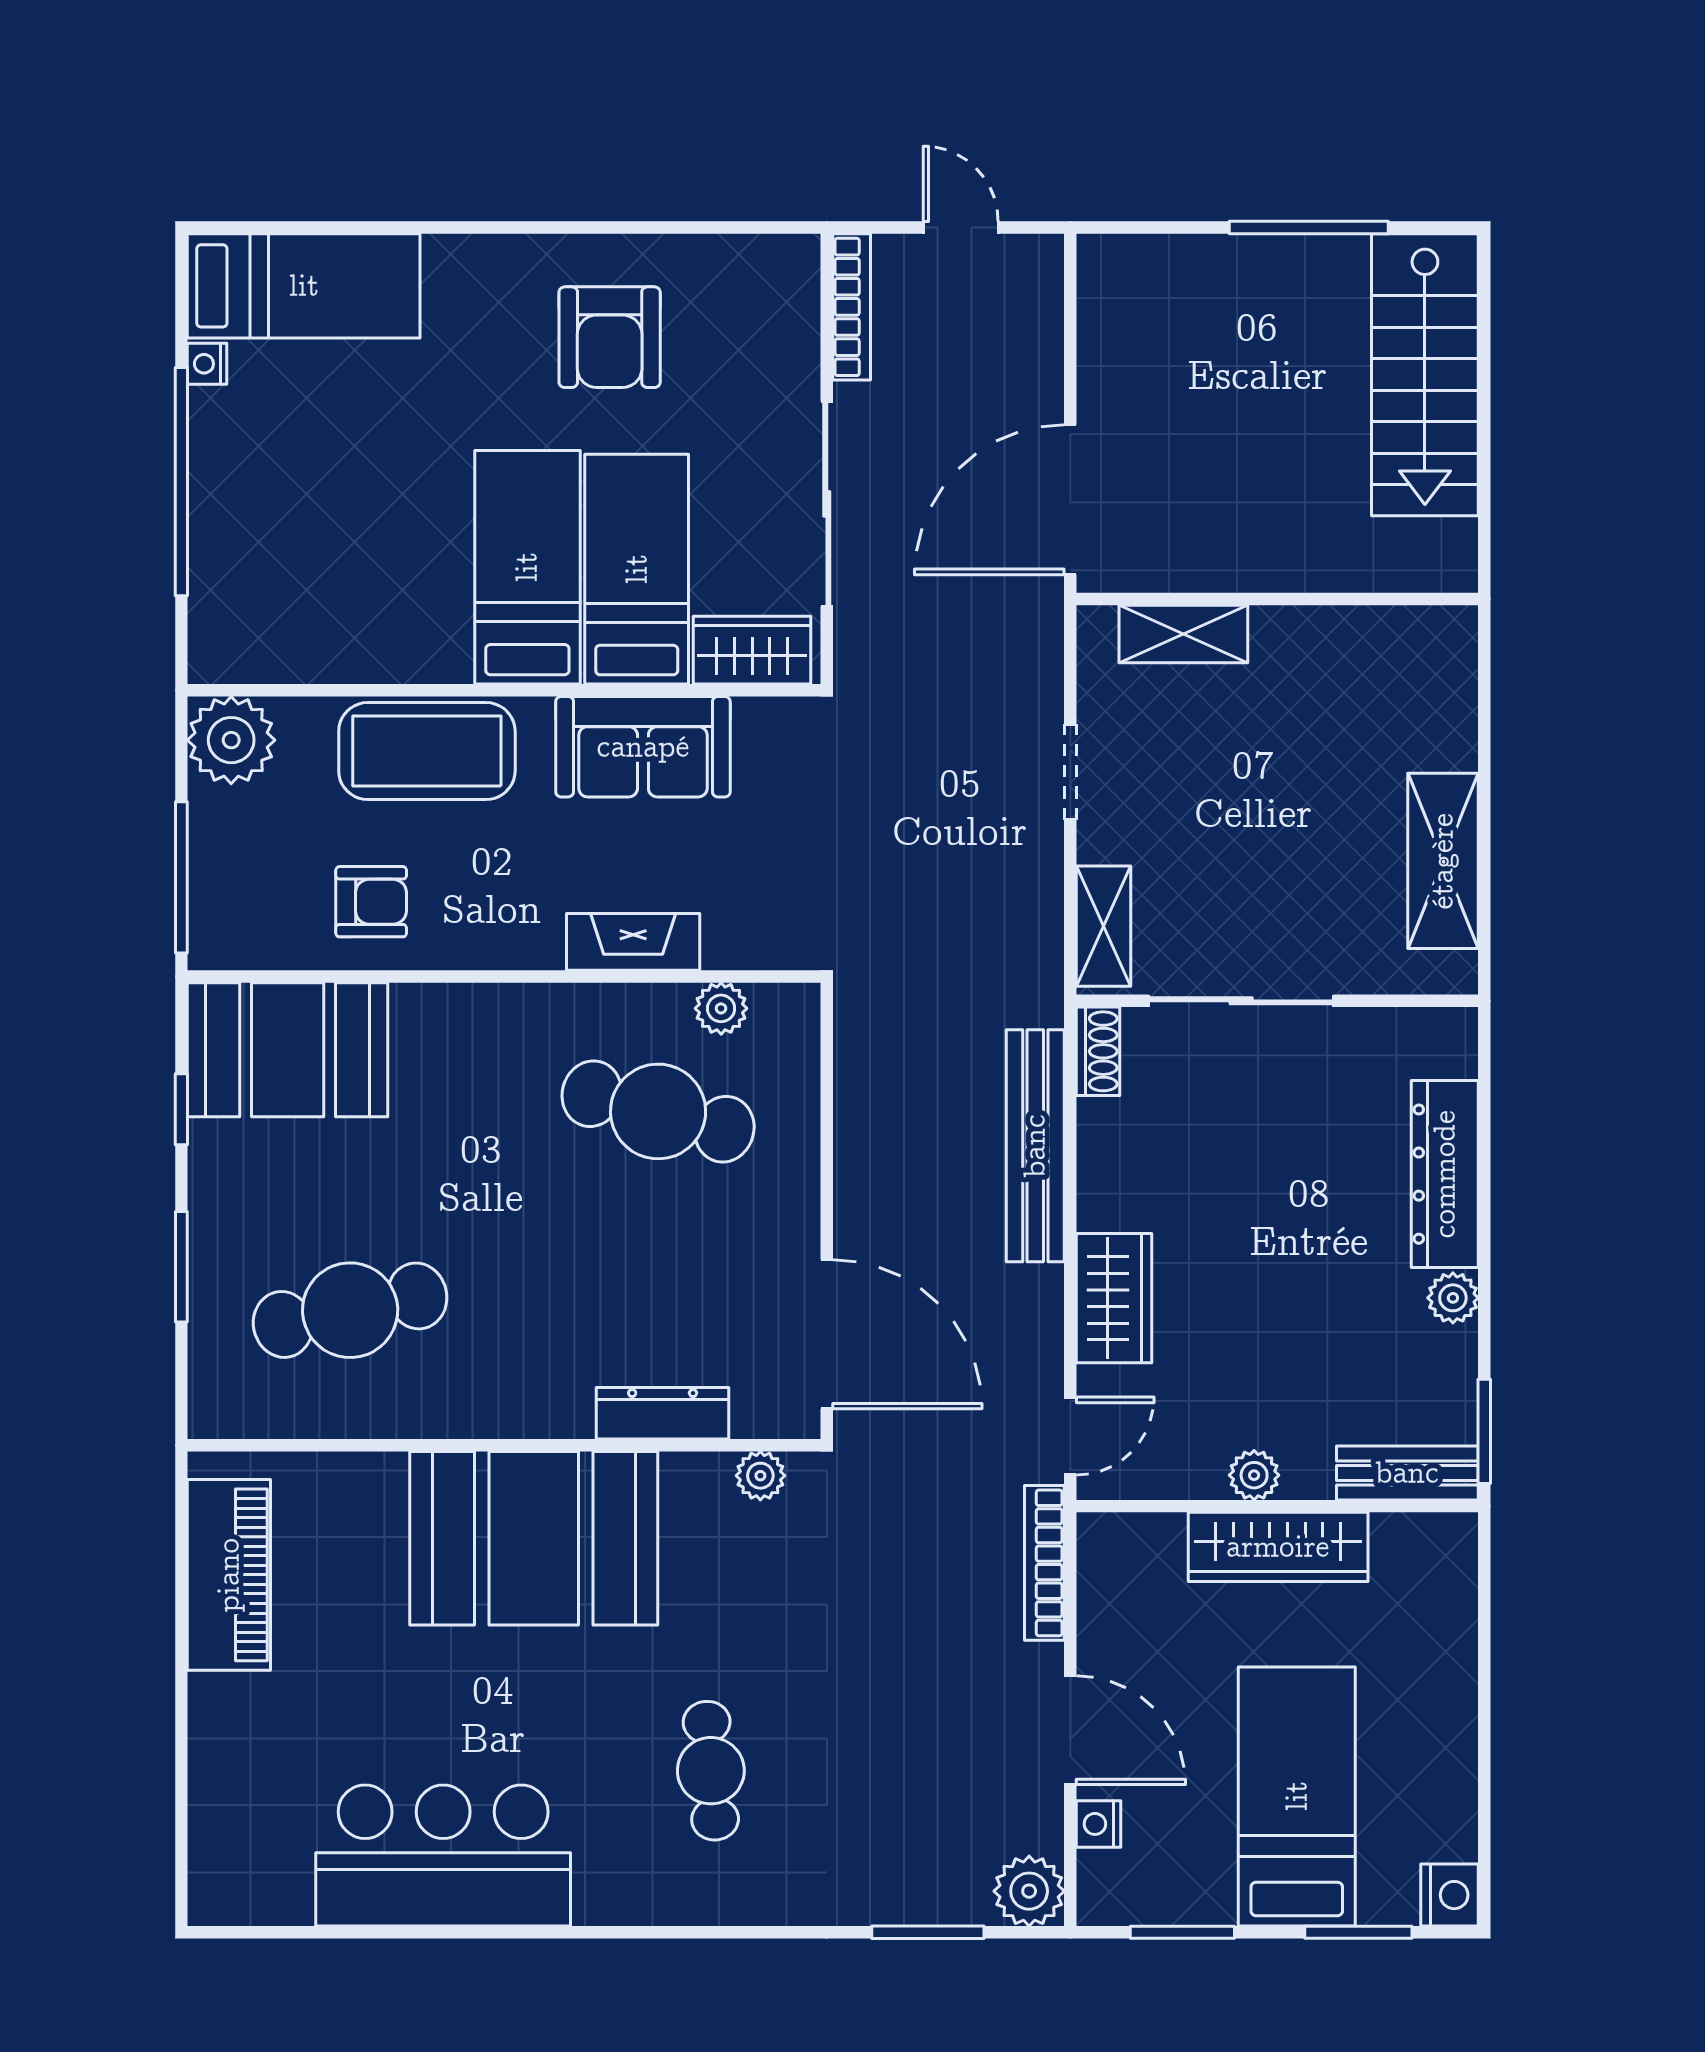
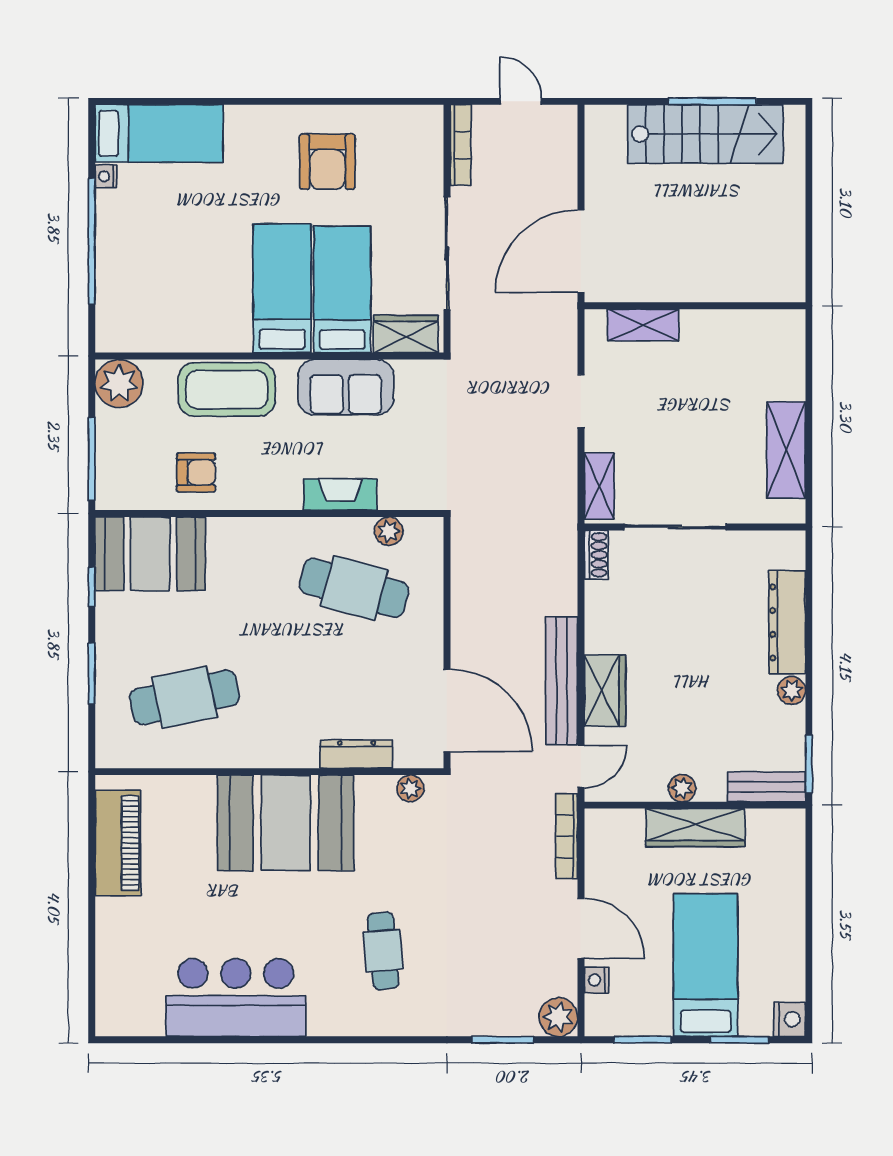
stairs: (1425, 375) -> (705, 134), moved, turned -90
bench: (1035, 1146) -> (562, 681), moved

